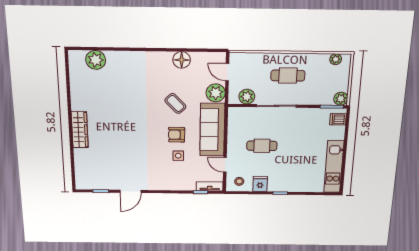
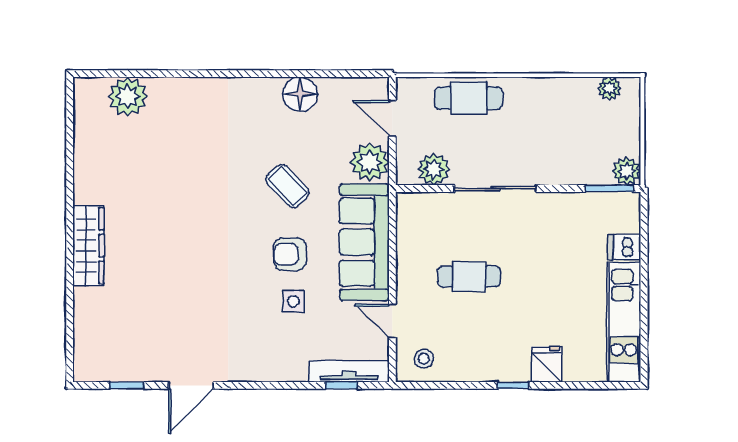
cafe table: (288, 76) -> (469, 98), moved
dishwasher: (338, 119) -> (624, 247), moved
fridge: (260, 184) -> (546, 364), moved
tv unit: (210, 186) -> (349, 371), width x1.41

